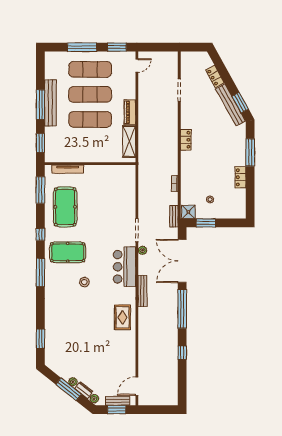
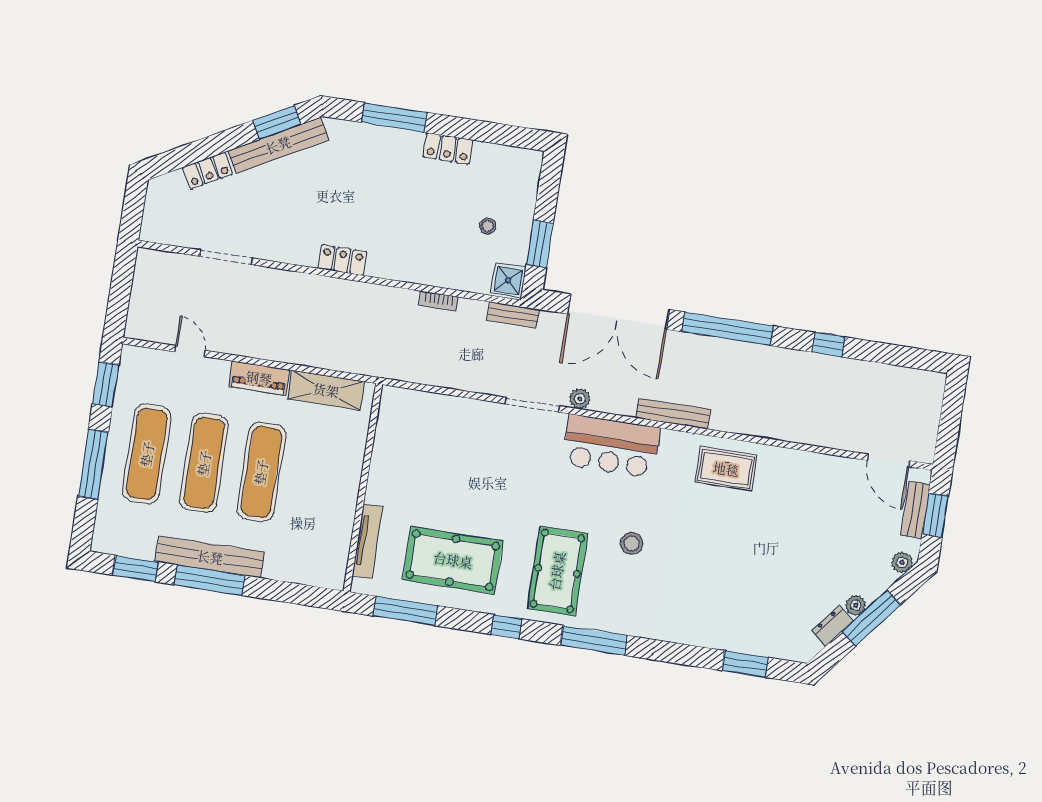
door: (137, 66) -> (190, 351), moved
window: (40, 143) -> (135, 569), moved
dresser: (84, 390) -> (832, 626), moved

